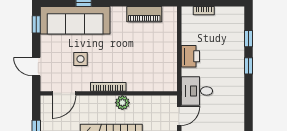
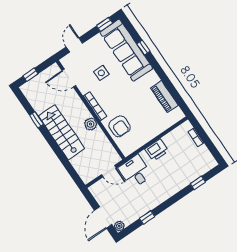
window: (248, 66) -> (147, 217), moved
armchair: (143, 76) -> (120, 126), added

